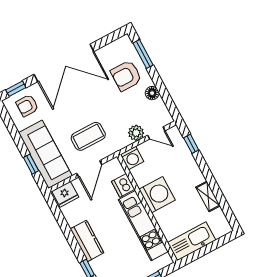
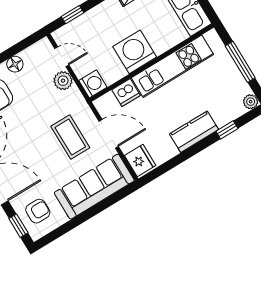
armchair: (27, 106) -> (38, 211), turned -90
door: (156, 133) -> (62, 57), hinge flipped
window: (31, 164) -> (107, 203), removed

